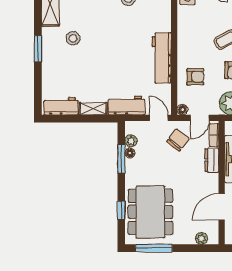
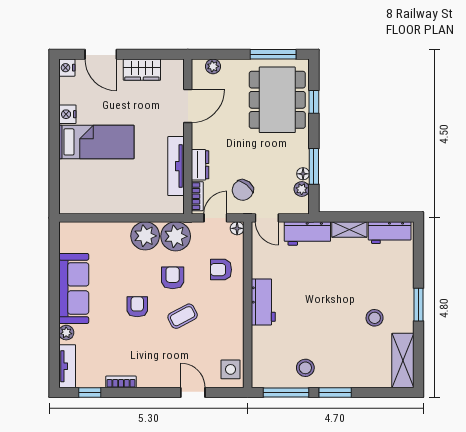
workbench: (162, 58) -> (263, 302), width x0.73

